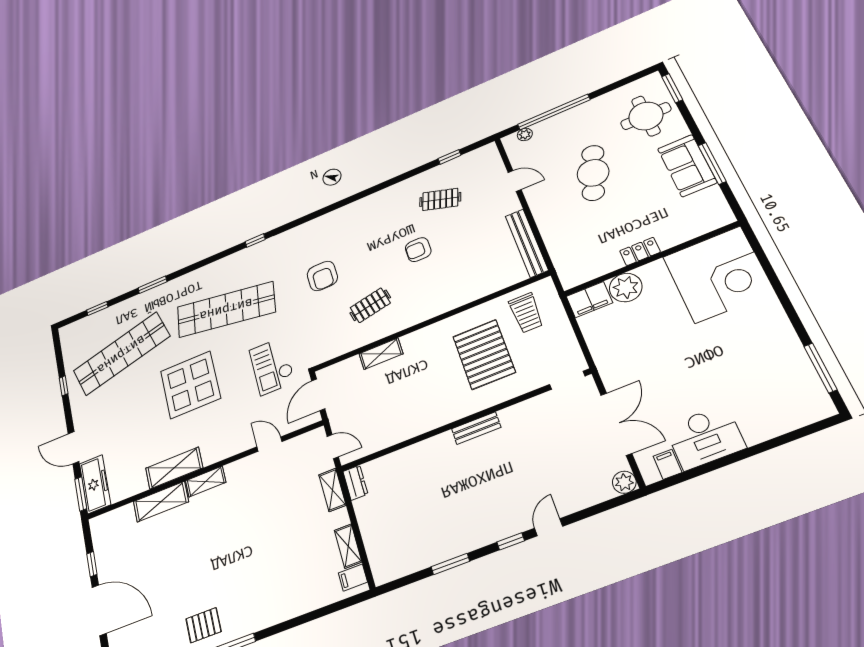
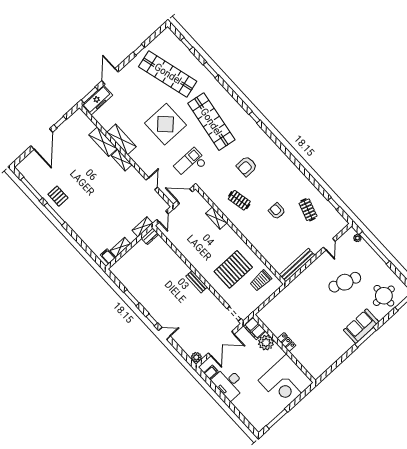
locker: (640, 251) -> (286, 342), moved
wall: (651, 259) -> (284, 349), moved
corner desk: (718, 274) -> (286, 381), moved
plant: (626, 288) -> (266, 343), moved
filing cabinet: (589, 300) -> (255, 328), moved

